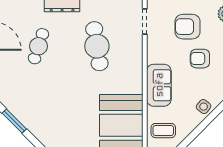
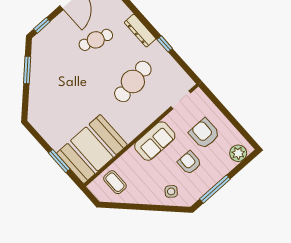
sofa: (159, 85) -> (155, 141), moved
side table: (204, 107) -> (171, 191), moved

